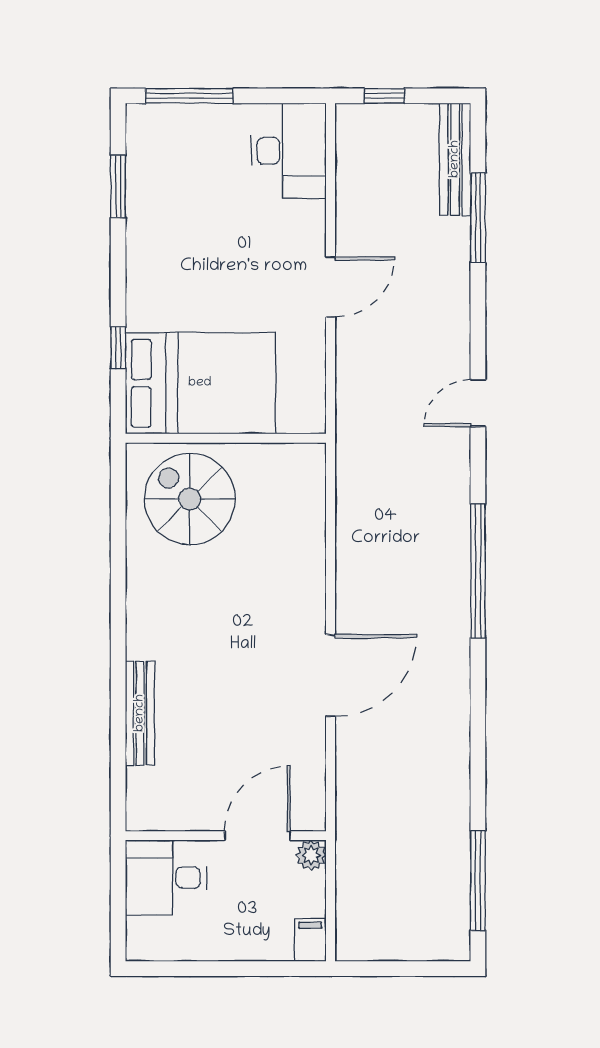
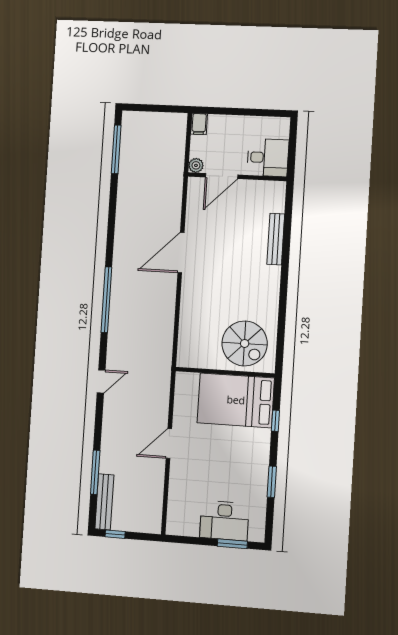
window: (189, 96) -> (232, 544), width x0.69
window: (384, 96) -> (115, 534), moved
desk: (289, 151) -> (224, 521), moved, turned -90
window: (118, 186) -> (272, 482), moved

